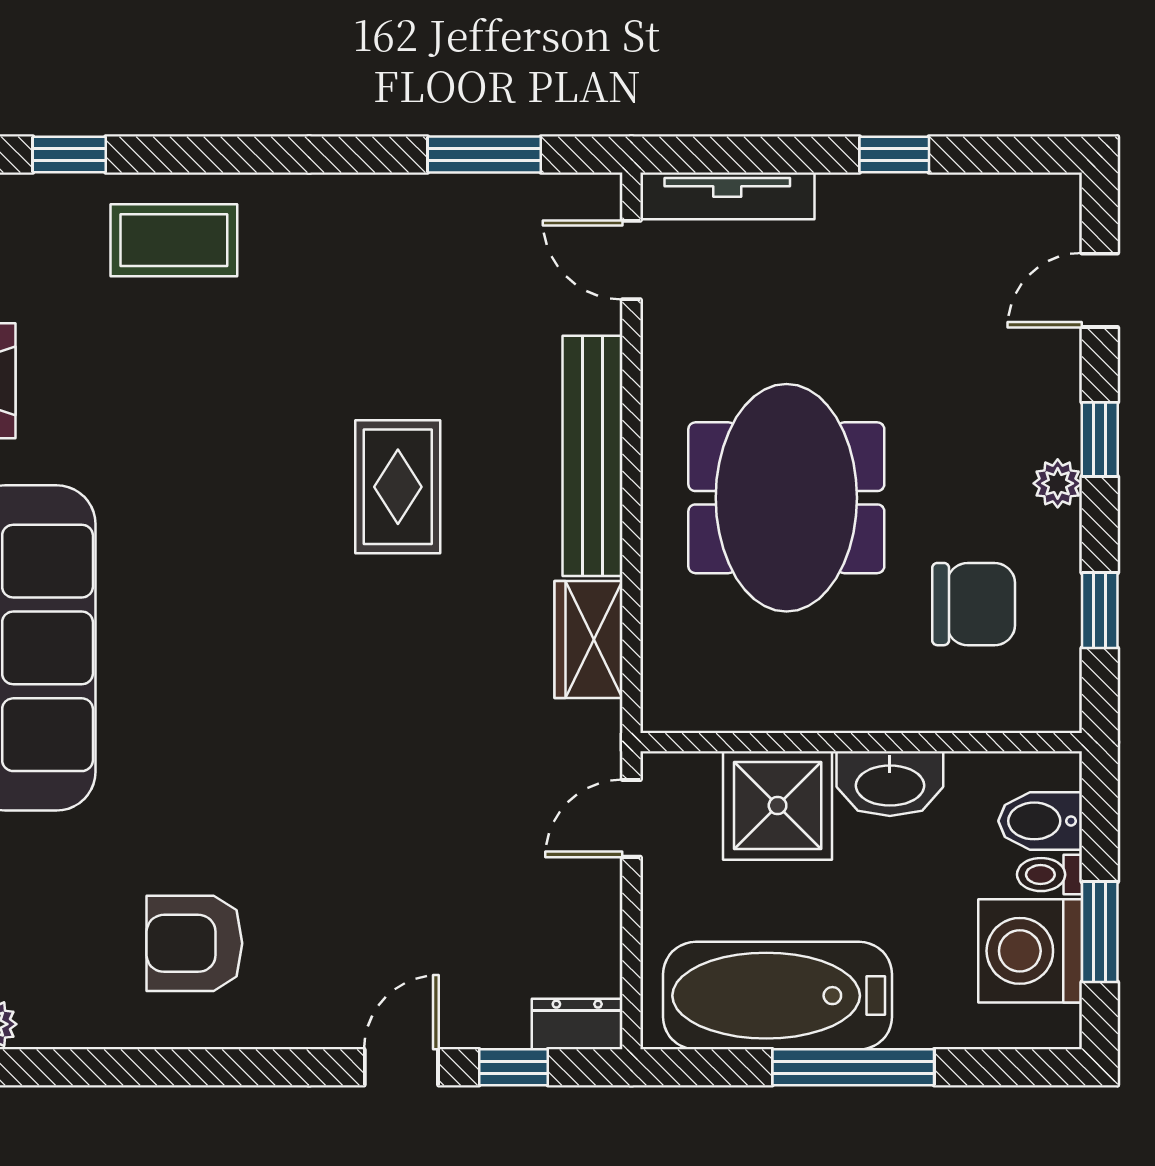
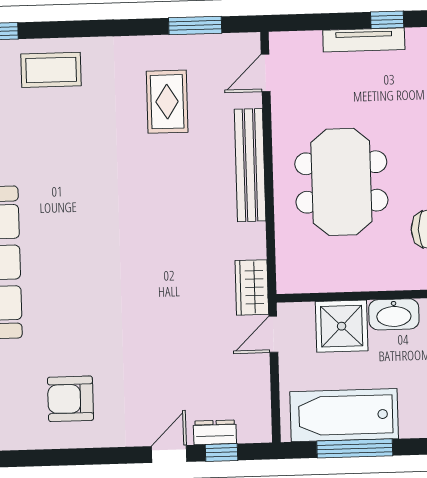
tv unit: (727, 196) -> (364, 40), moved
door: (631, 260) -> (266, 73), hinge flipped
rug: (398, 487) -> (167, 102), moved
wardrobe: (588, 640) -> (252, 287), moved
dresser: (577, 1024) -> (215, 432), moved
window: (853, 1067) -> (355, 448), moved

